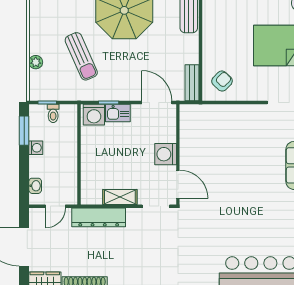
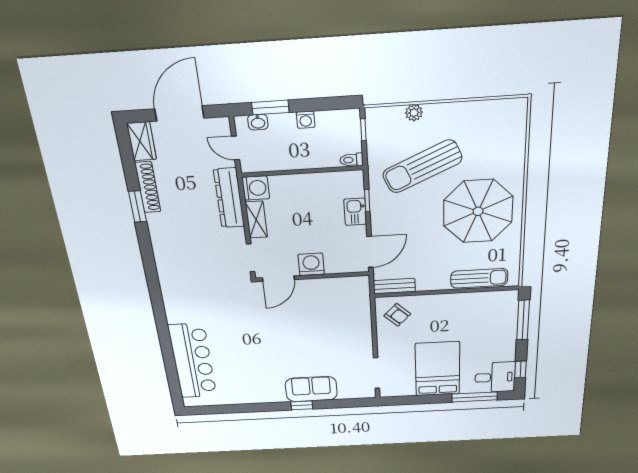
sun lounger: (81, 56) -> (422, 166), width x1.36, depth x1.34
toilet: (53, 113) -> (352, 160), moved
washing machine: (94, 115) -> (256, 188), moved, turned 180
window: (24, 131) -> (270, 107), moved

